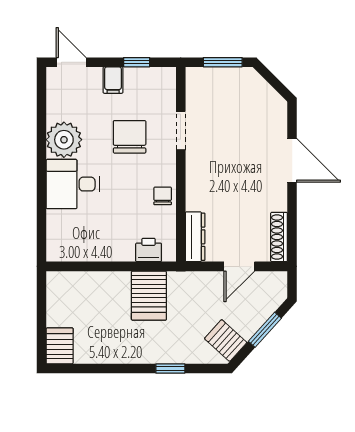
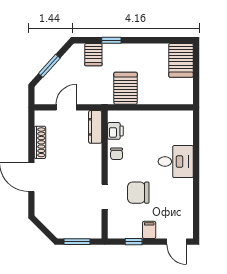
chair: (130, 137) -> (138, 193), turned 90
plant: (64, 140) -> (181, 191), removed
shoe rack: (279, 237) -> (40, 142), moved
printer: (149, 250) -> (115, 131), moved, turned -90
server rack: (226, 340) -> (93, 55), moved, turned 48
server rack: (60, 346) -> (181, 60), width x1.36, depth x1.44

